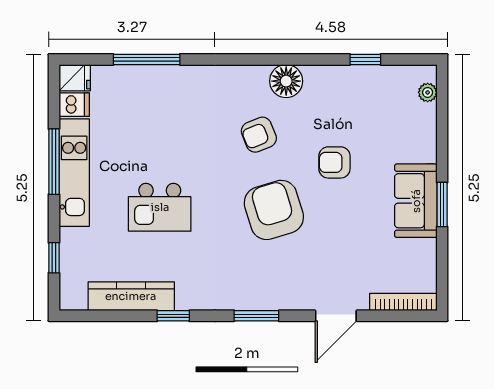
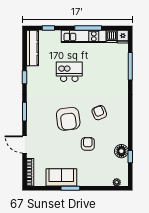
floor lamp: (286, 81) -> (121, 151), moved
sofa: (416, 201) -> (61, 177), moved
kitchen island: (160, 207) -> (69, 72), turned 90
armchair: (274, 210) -> (68, 119), turned 100
kitchen counter: (131, 296) -> (32, 48), moved

